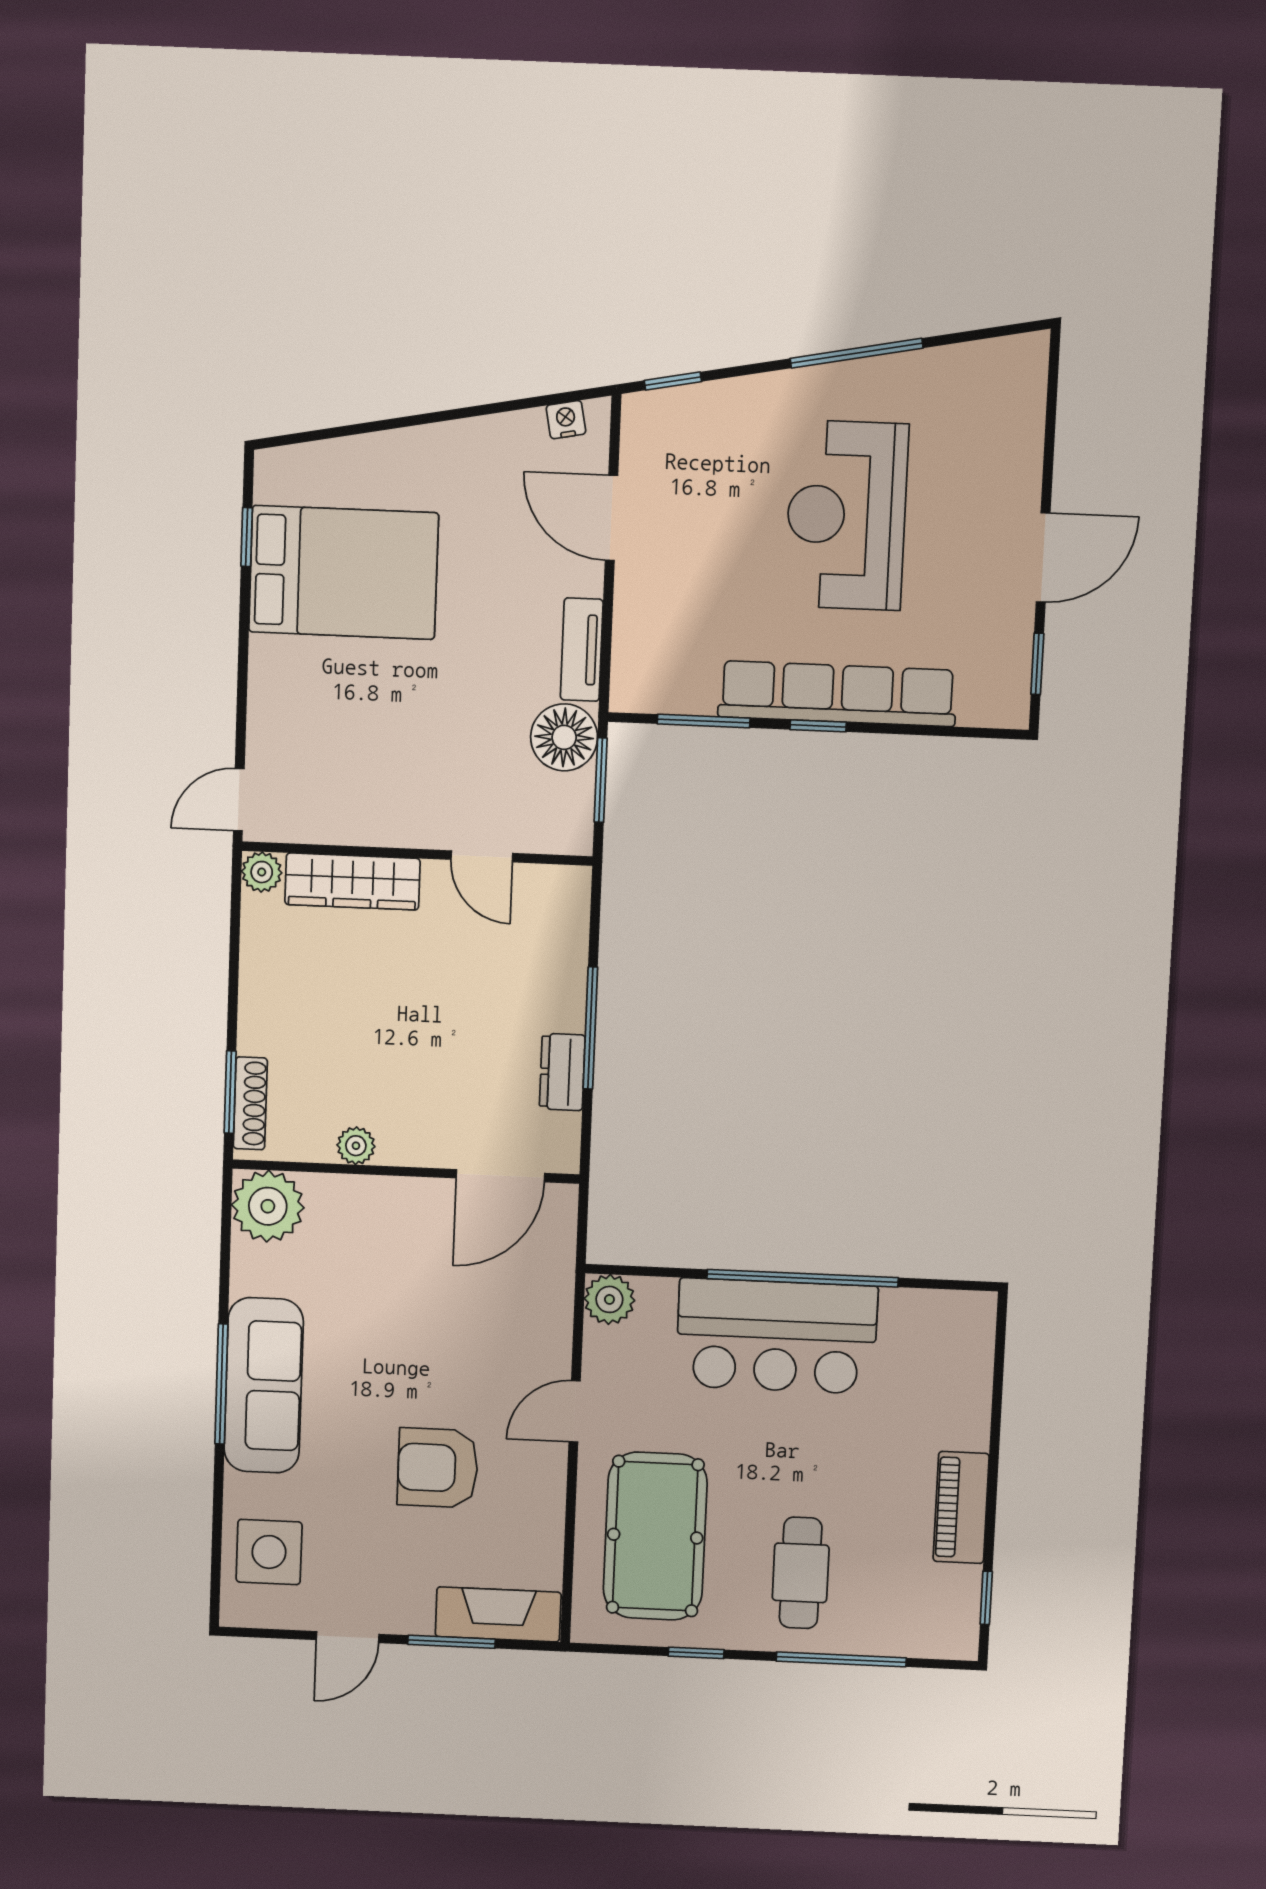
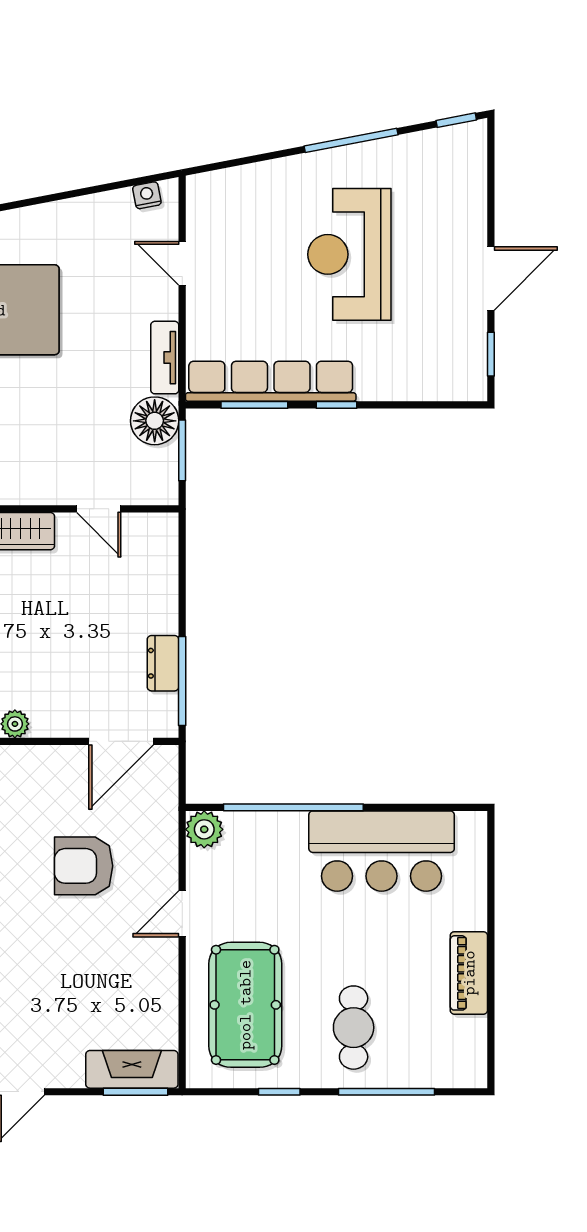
window: (673, 381) -> (456, 120), moved
door: (611, 518) -> (182, 263), width x0.73
row of seats: (837, 694) -> (271, 381), moved
window: (590, 1028) -> (182, 681), moved
window: (803, 1278) -> (293, 807), moved
bar counter: (777, 1336) -> (382, 851), moved
armchair: (438, 1468) -> (84, 866), moved
window: (986, 1598) -> (491, 1040), removed
window: (452, 1642) -> (135, 1092), moved

